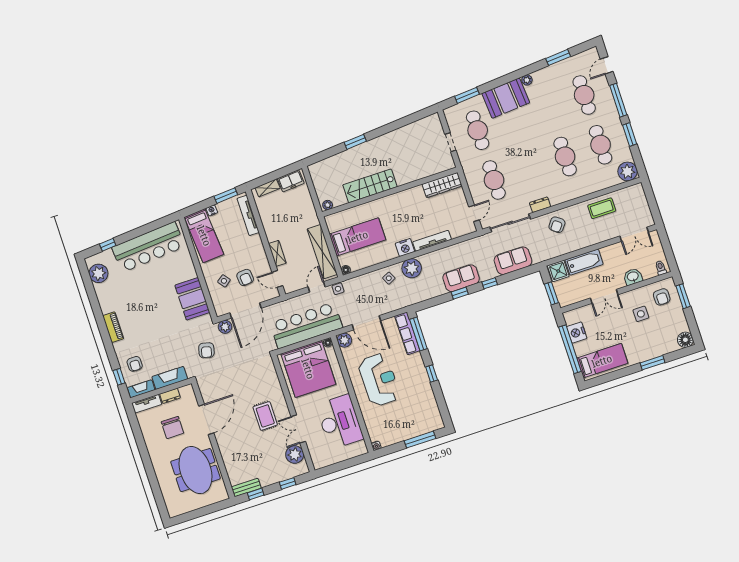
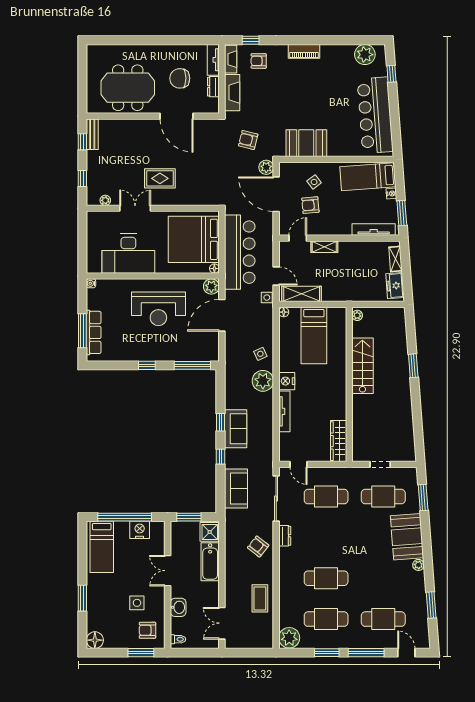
shelving: (322, 252) -> (302, 294), width x0.68
row of seats: (407, 333) -> (94, 332), moved, turned 90
plant: (295, 455) -> (105, 200), width x0.53, depth x0.53

